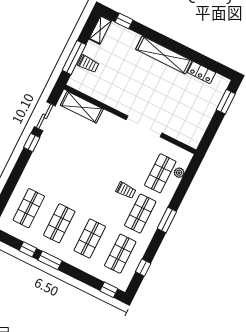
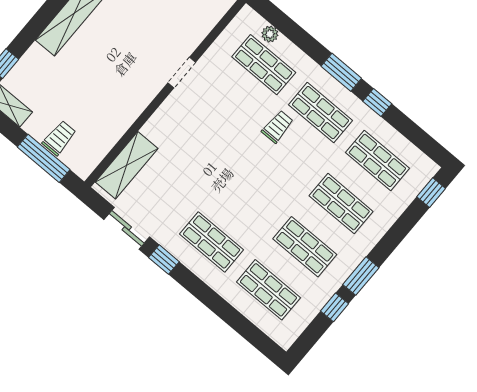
doorway: (144, 126) -> (182, 72), width x0.53
shop shelf: (49, 168) -> (212, 242), added
window: (143, 268) -> (377, 102), moved

